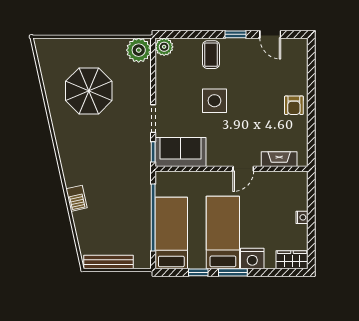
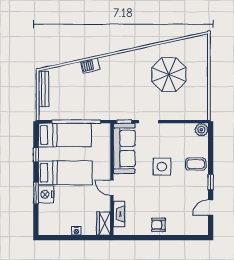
plant: (139, 50) -> (199, 111), removed
sofa: (180, 152) -> (124, 148), width x1.36
wardrobe: (292, 260) -> (104, 223), moved, turned 180
window: (233, 272) -> (36, 193), moved

